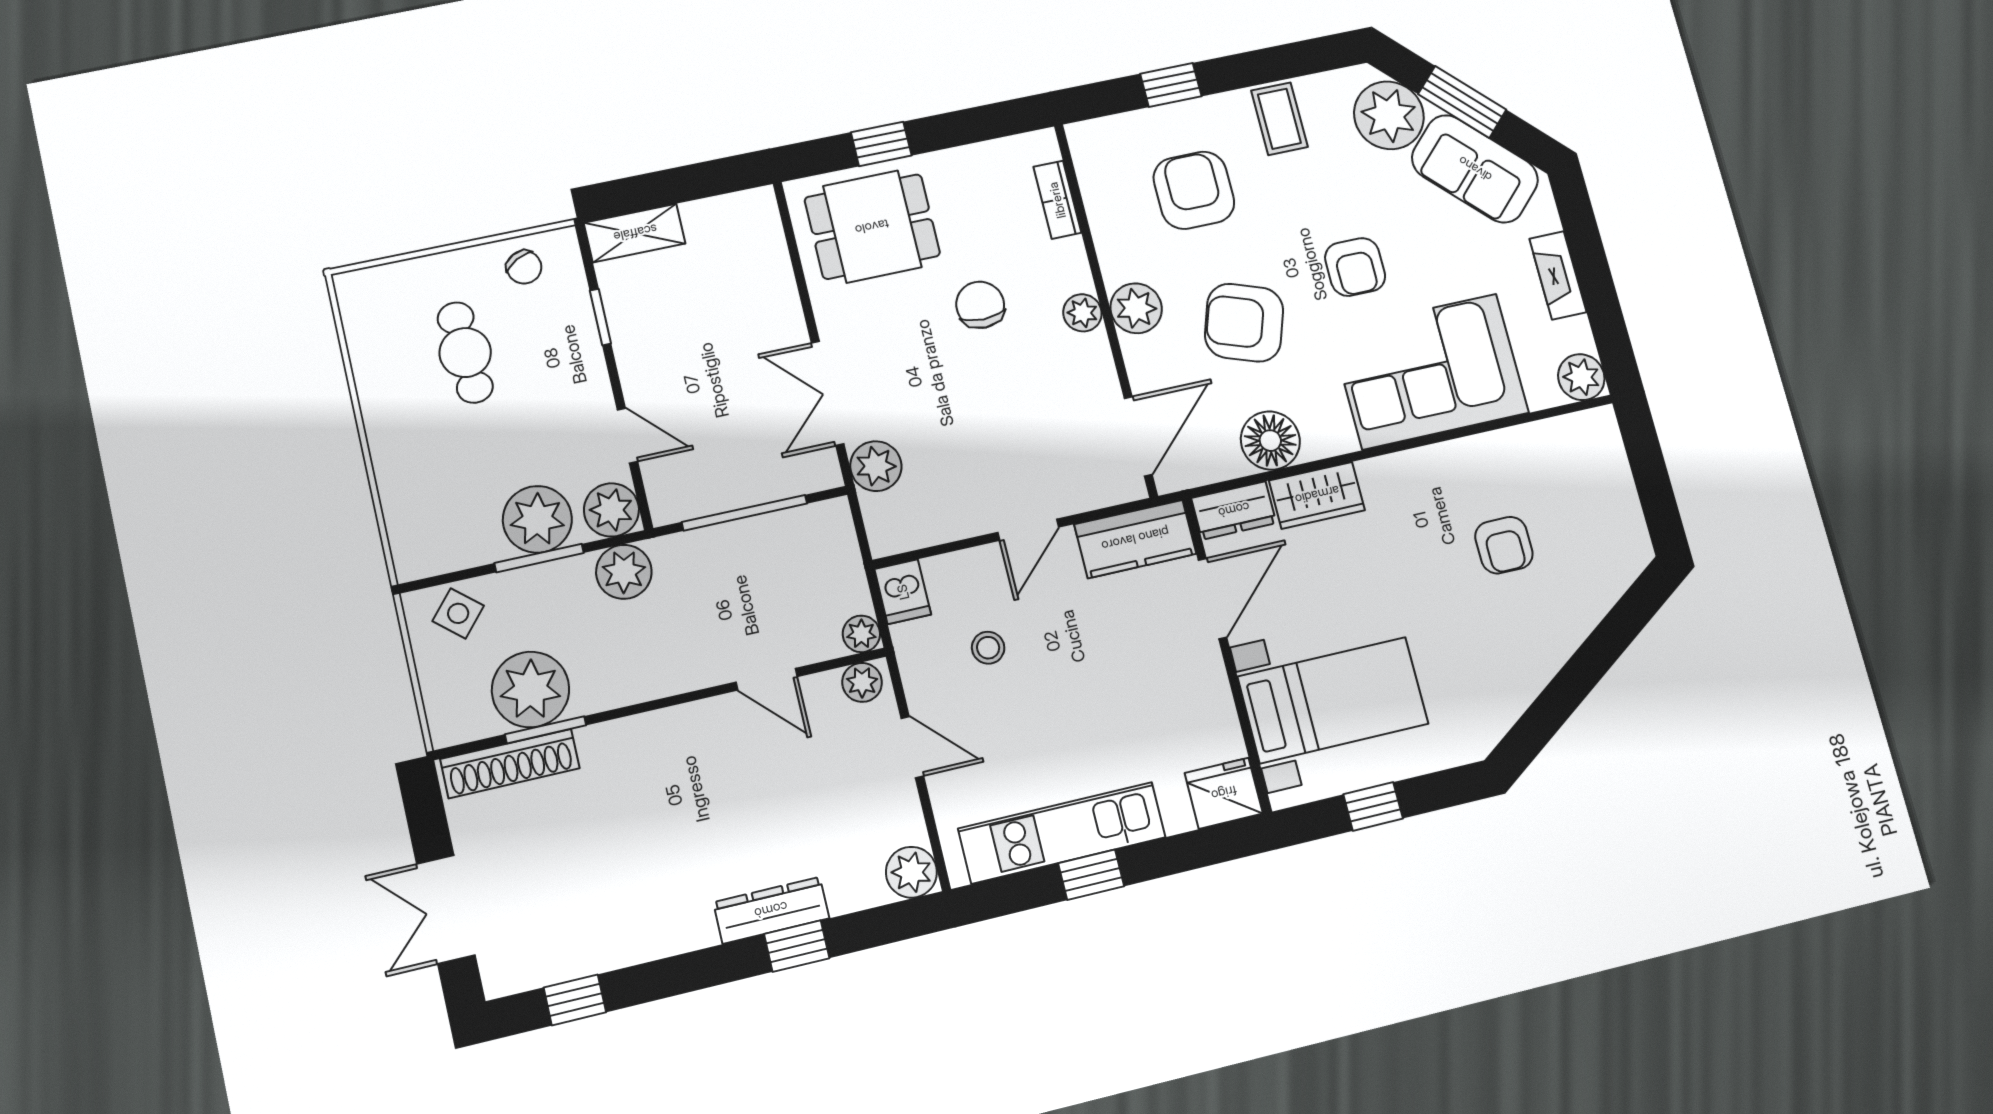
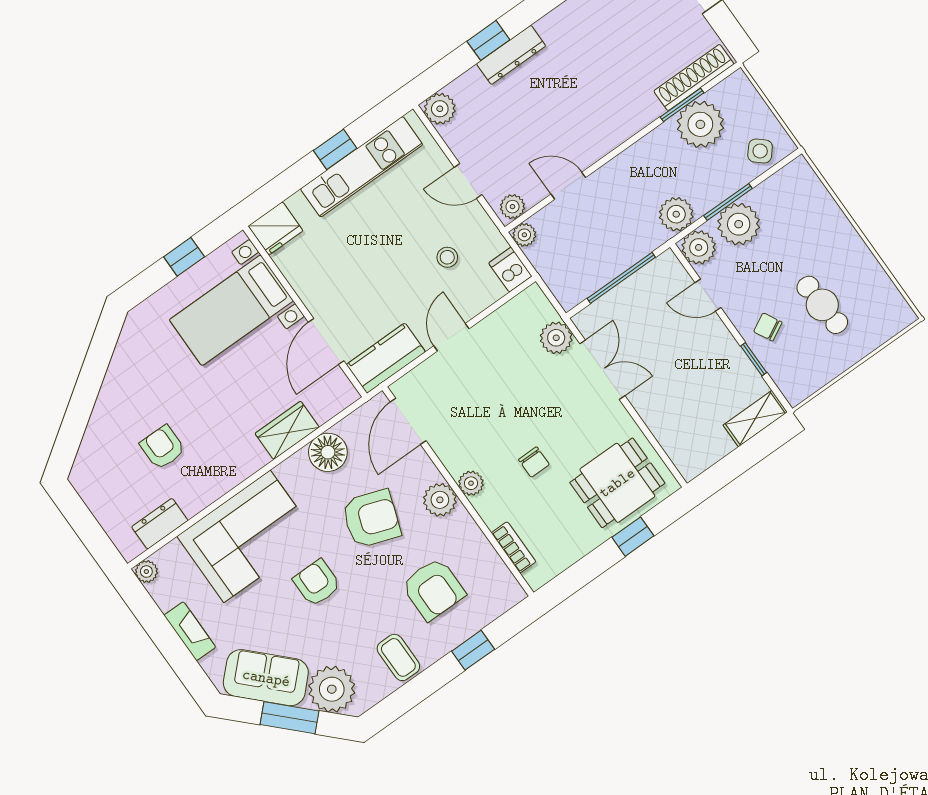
chair: (524, 267) -> (768, 327), moved
chair: (980, 305) -> (534, 462), width x0.73, depth x0.73
plant: (1581, 377) -> (146, 572), width x0.73, depth x0.73
dresser: (1234, 510) -> (160, 524), moved

